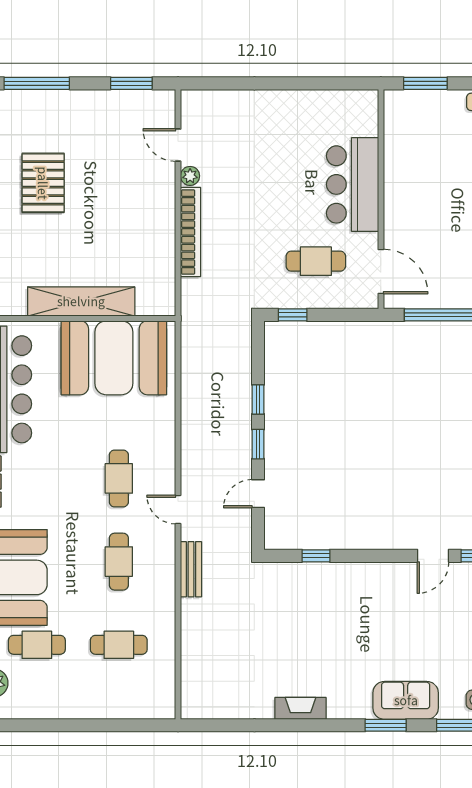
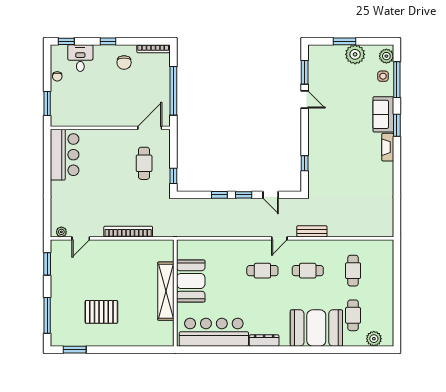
plant: (190, 176) -> (61, 232), moved
bar counter: (352, 184) -> (65, 155), moved, turned -90
booth: (114, 358) -> (191, 281), width x0.73, depth x0.70
fireplace: (300, 708) -> (388, 147), moved

